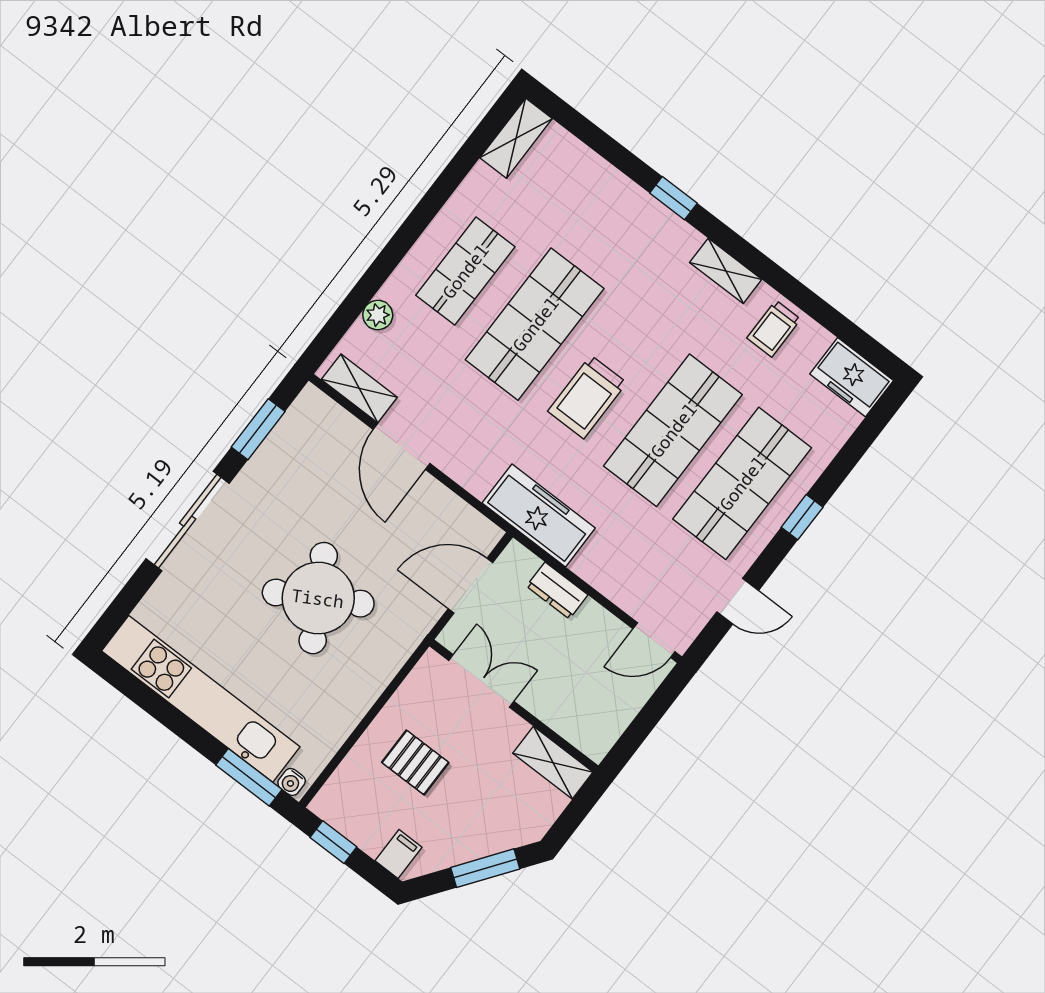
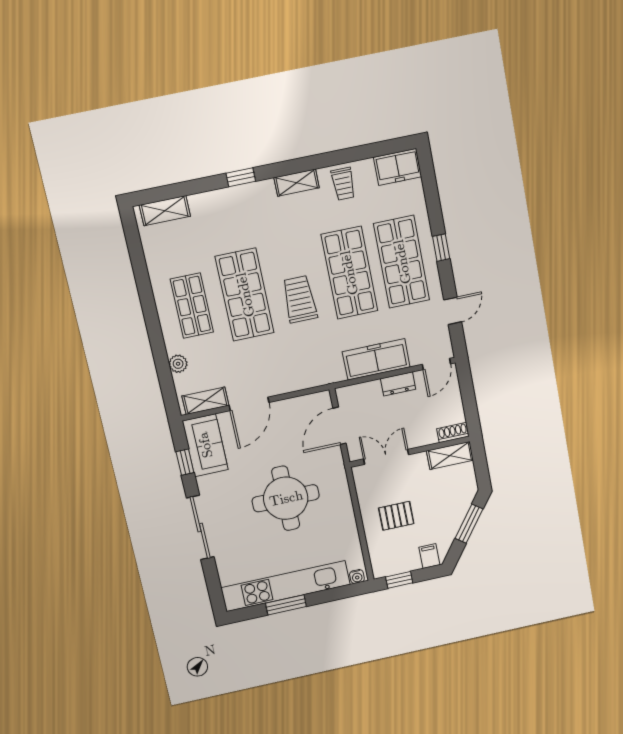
shelving: (516, 138) -> (165, 211), moved, turned 90
trolley: (587, 397) -> (300, 299), turned 180
window: (258, 429) -> (185, 462), width x0.67
sofa: (301, 436) -> (205, 445), added
door: (402, 446) -> (249, 404), hinge flipped
freezer: (539, 515) -> (376, 359), moved
dresser: (557, 591) -> (398, 384), moved
round table: (318, 598) -> (286, 498), turned 30
shoe rack: (585, 740) -> (453, 433), added
window: (249, 777) -> (286, 605), moved

